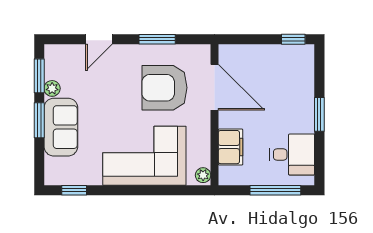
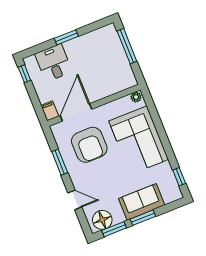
floor lamp: (58, 65) -> (102, 220), added
plant: (52, 88) -> (119, 218), removed
filing cabinet: (231, 147) -> (50, 111), moved, width x0.50
desk: (292, 154) -> (53, 63), moved

